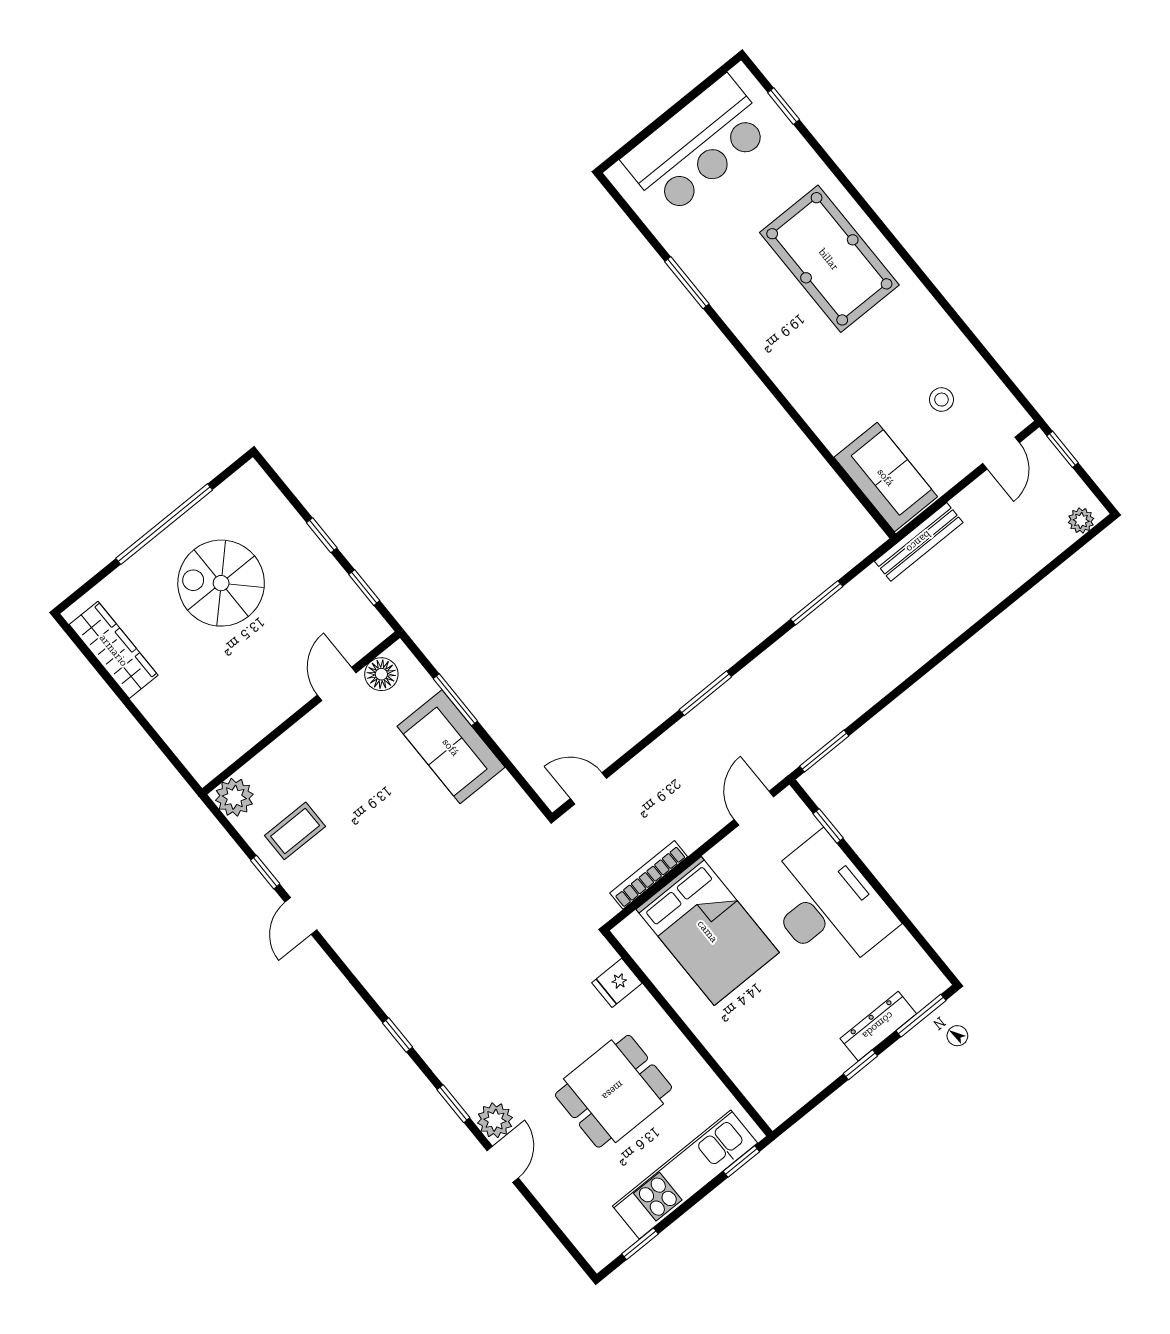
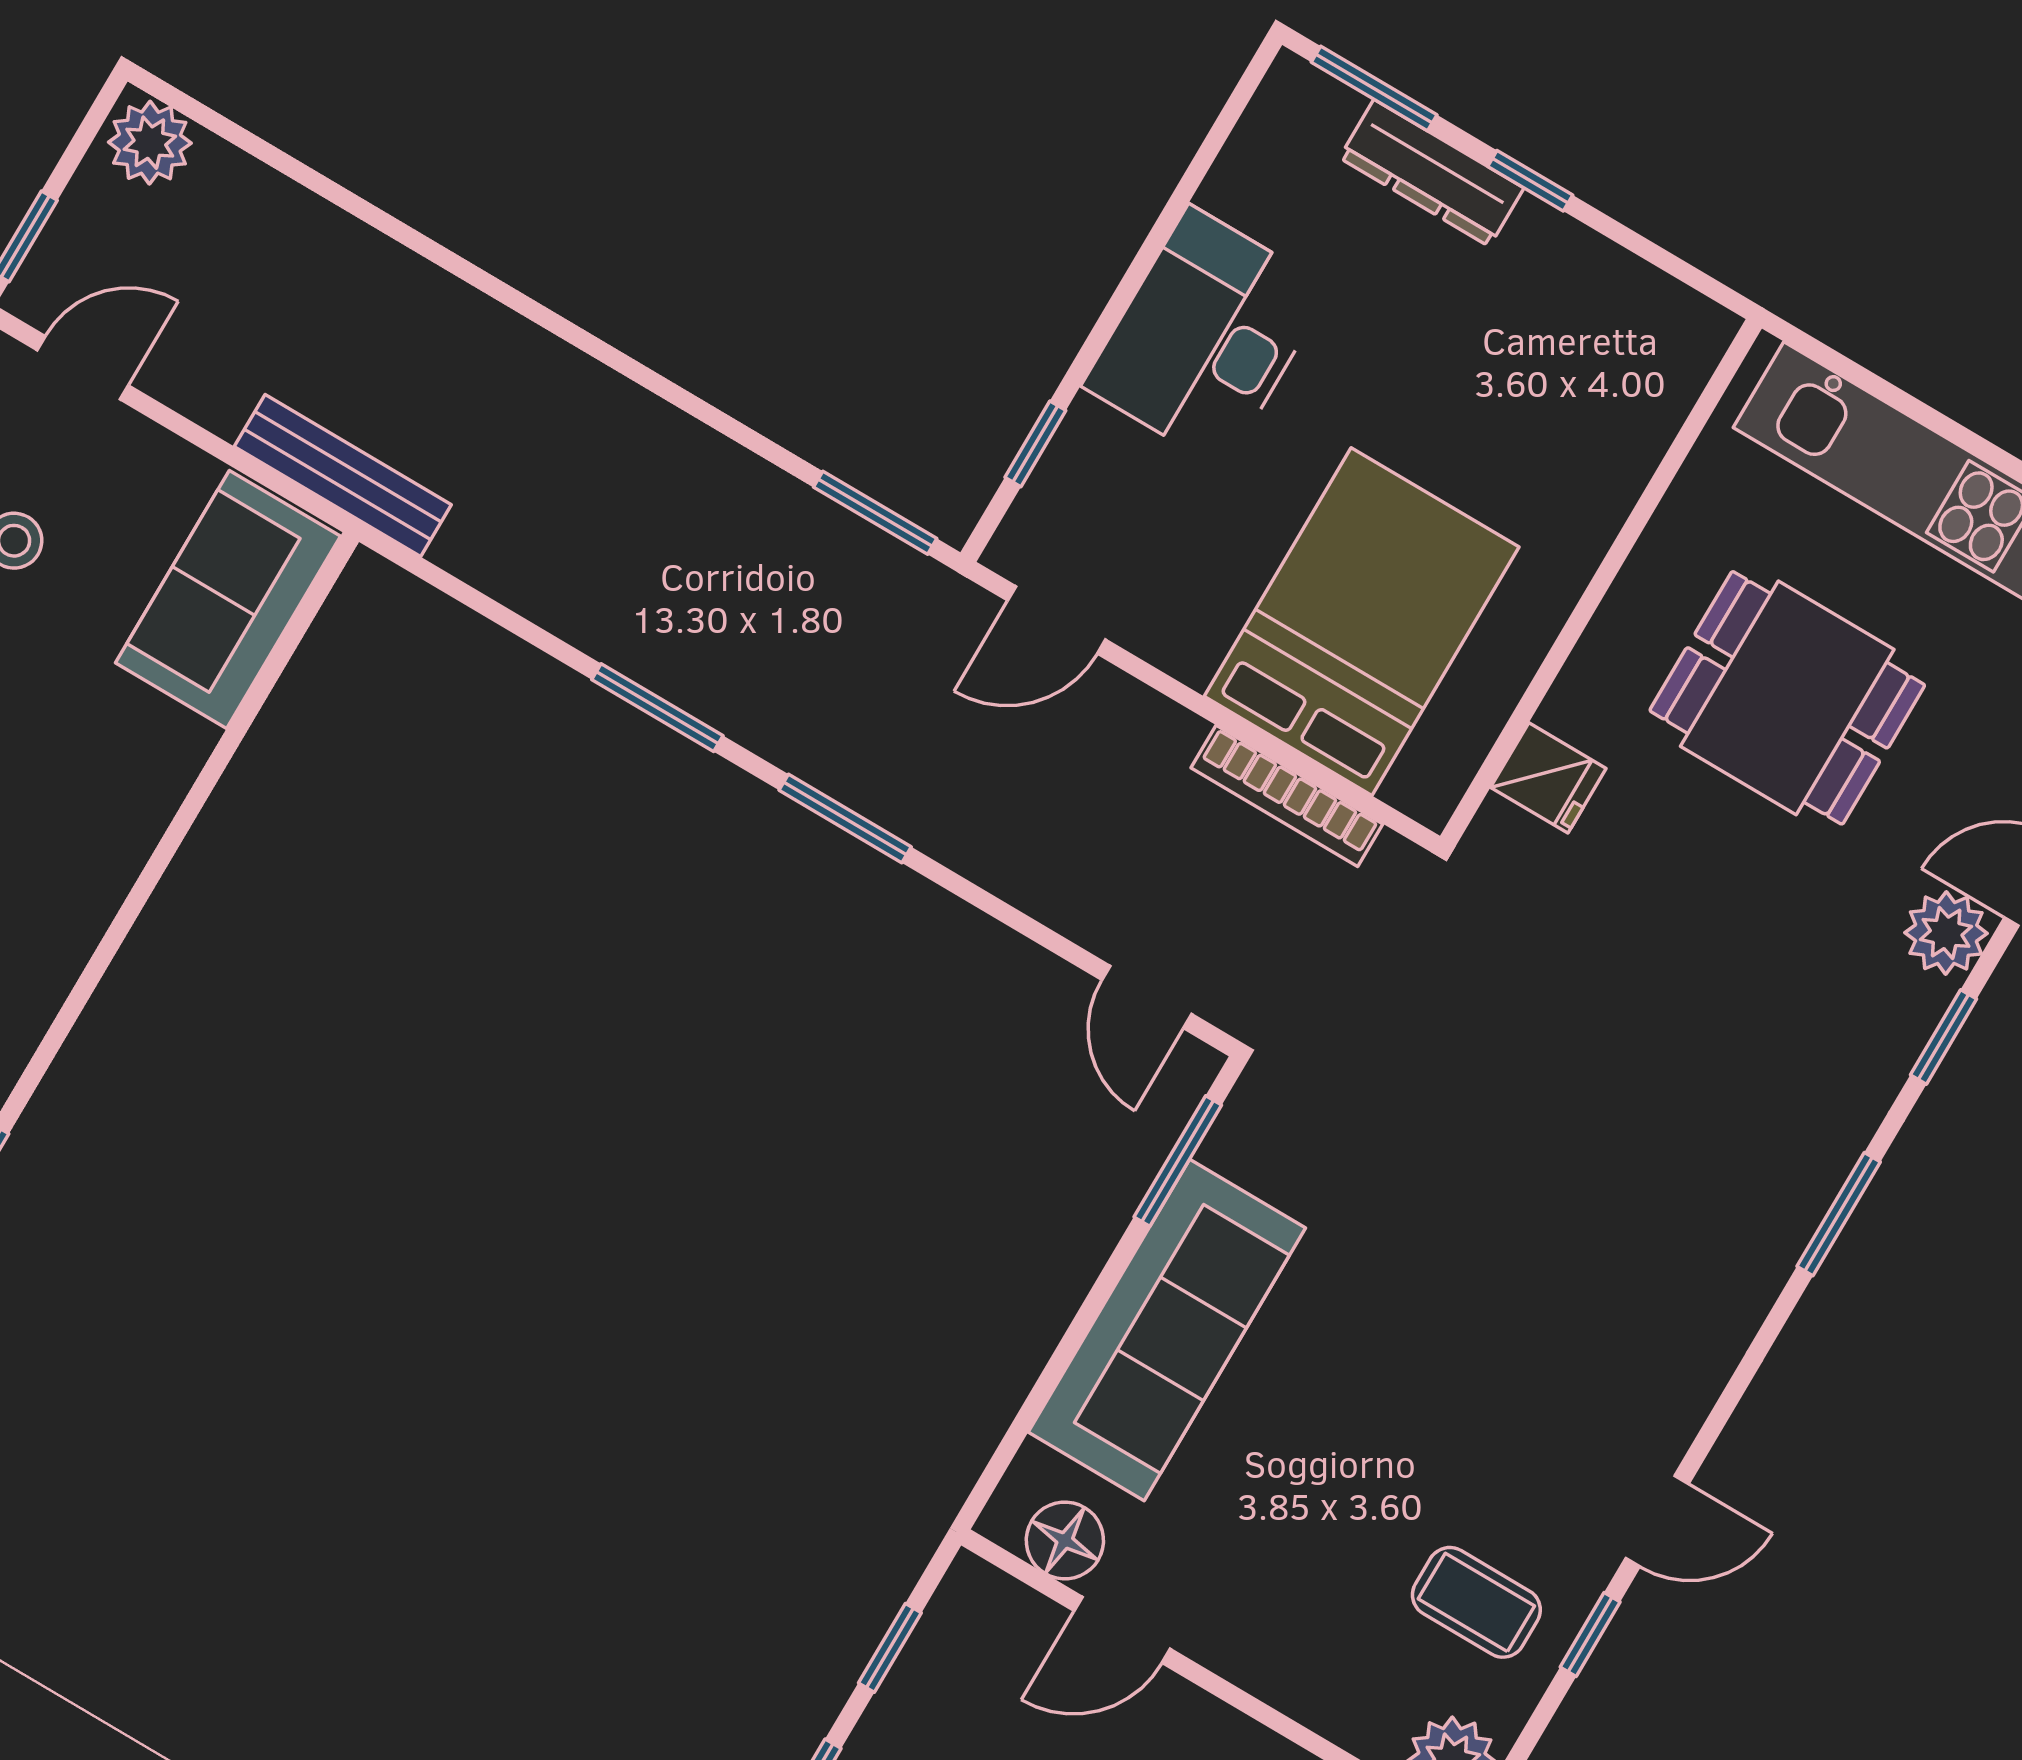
plant: (1081, 520) -> (150, 143), width x1.38, depth x1.38
window: (817, 603) -> (657, 708), moved
window: (455, 700) -> (1178, 1161), moved
sofa: (451, 747) -> (1167, 1330), width x1.36
desk: (827, 905) -> (1206, 337), width x0.73, depth x0.77
window: (398, 1035) -> (1839, 1214), width x1.50
window: (741, 1162) -> (1837, 362), removed

